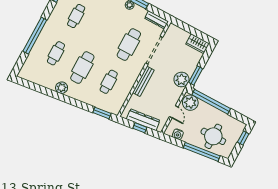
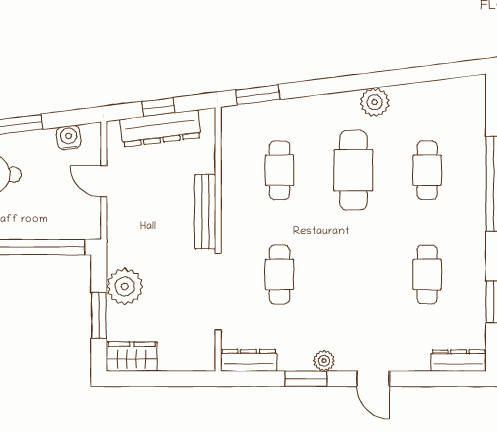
cafe table: (129, 45) -> (280, 274), width x0.73, depth x0.74
window: (196, 75) -> (99, 315), moved
plant: (181, 80) -> (125, 286), moved
plant: (190, 103) -> (79, 221), removed

